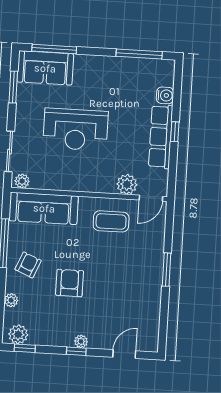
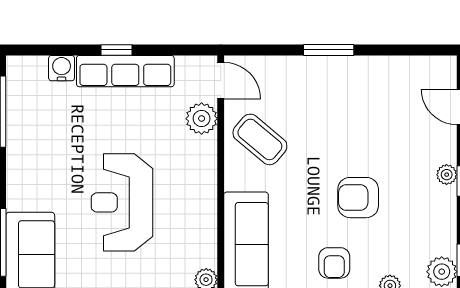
reception desk: (75, 129) -> (122, 202), turned 180
coffee table: (111, 221) -> (260, 139), turned -50
armchair: (28, 265) -> (334, 263), turned -113

